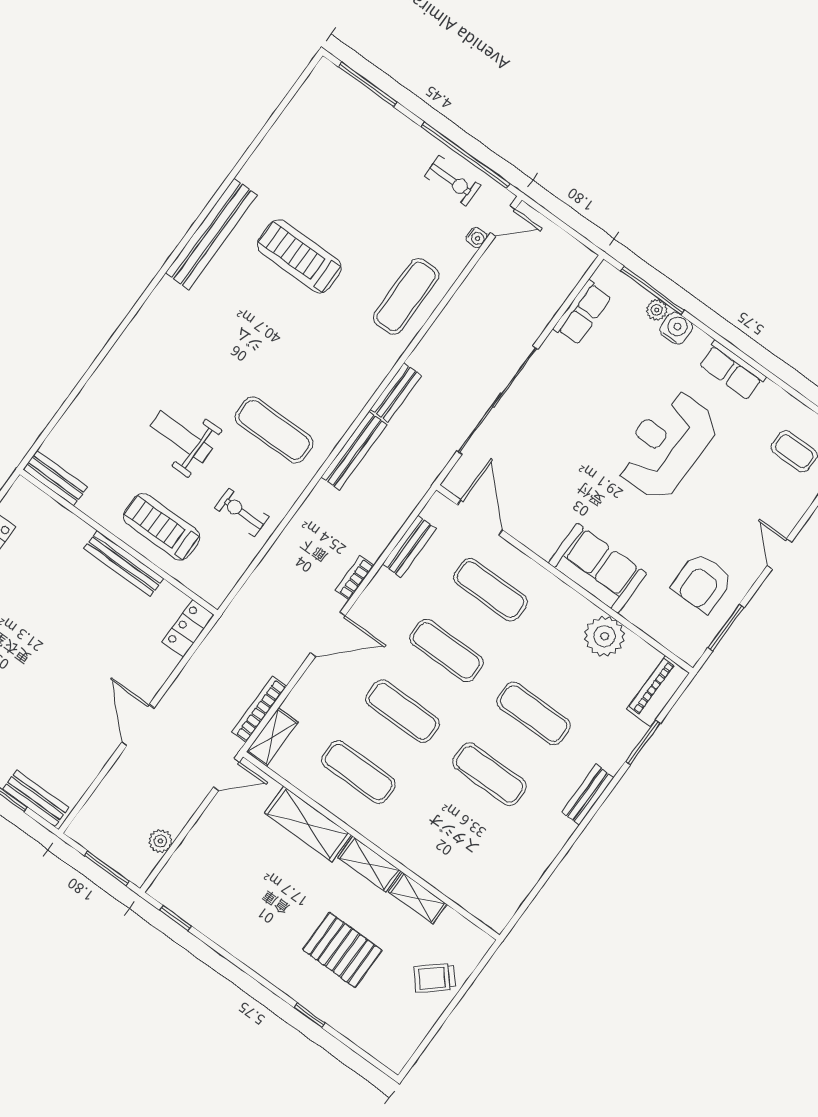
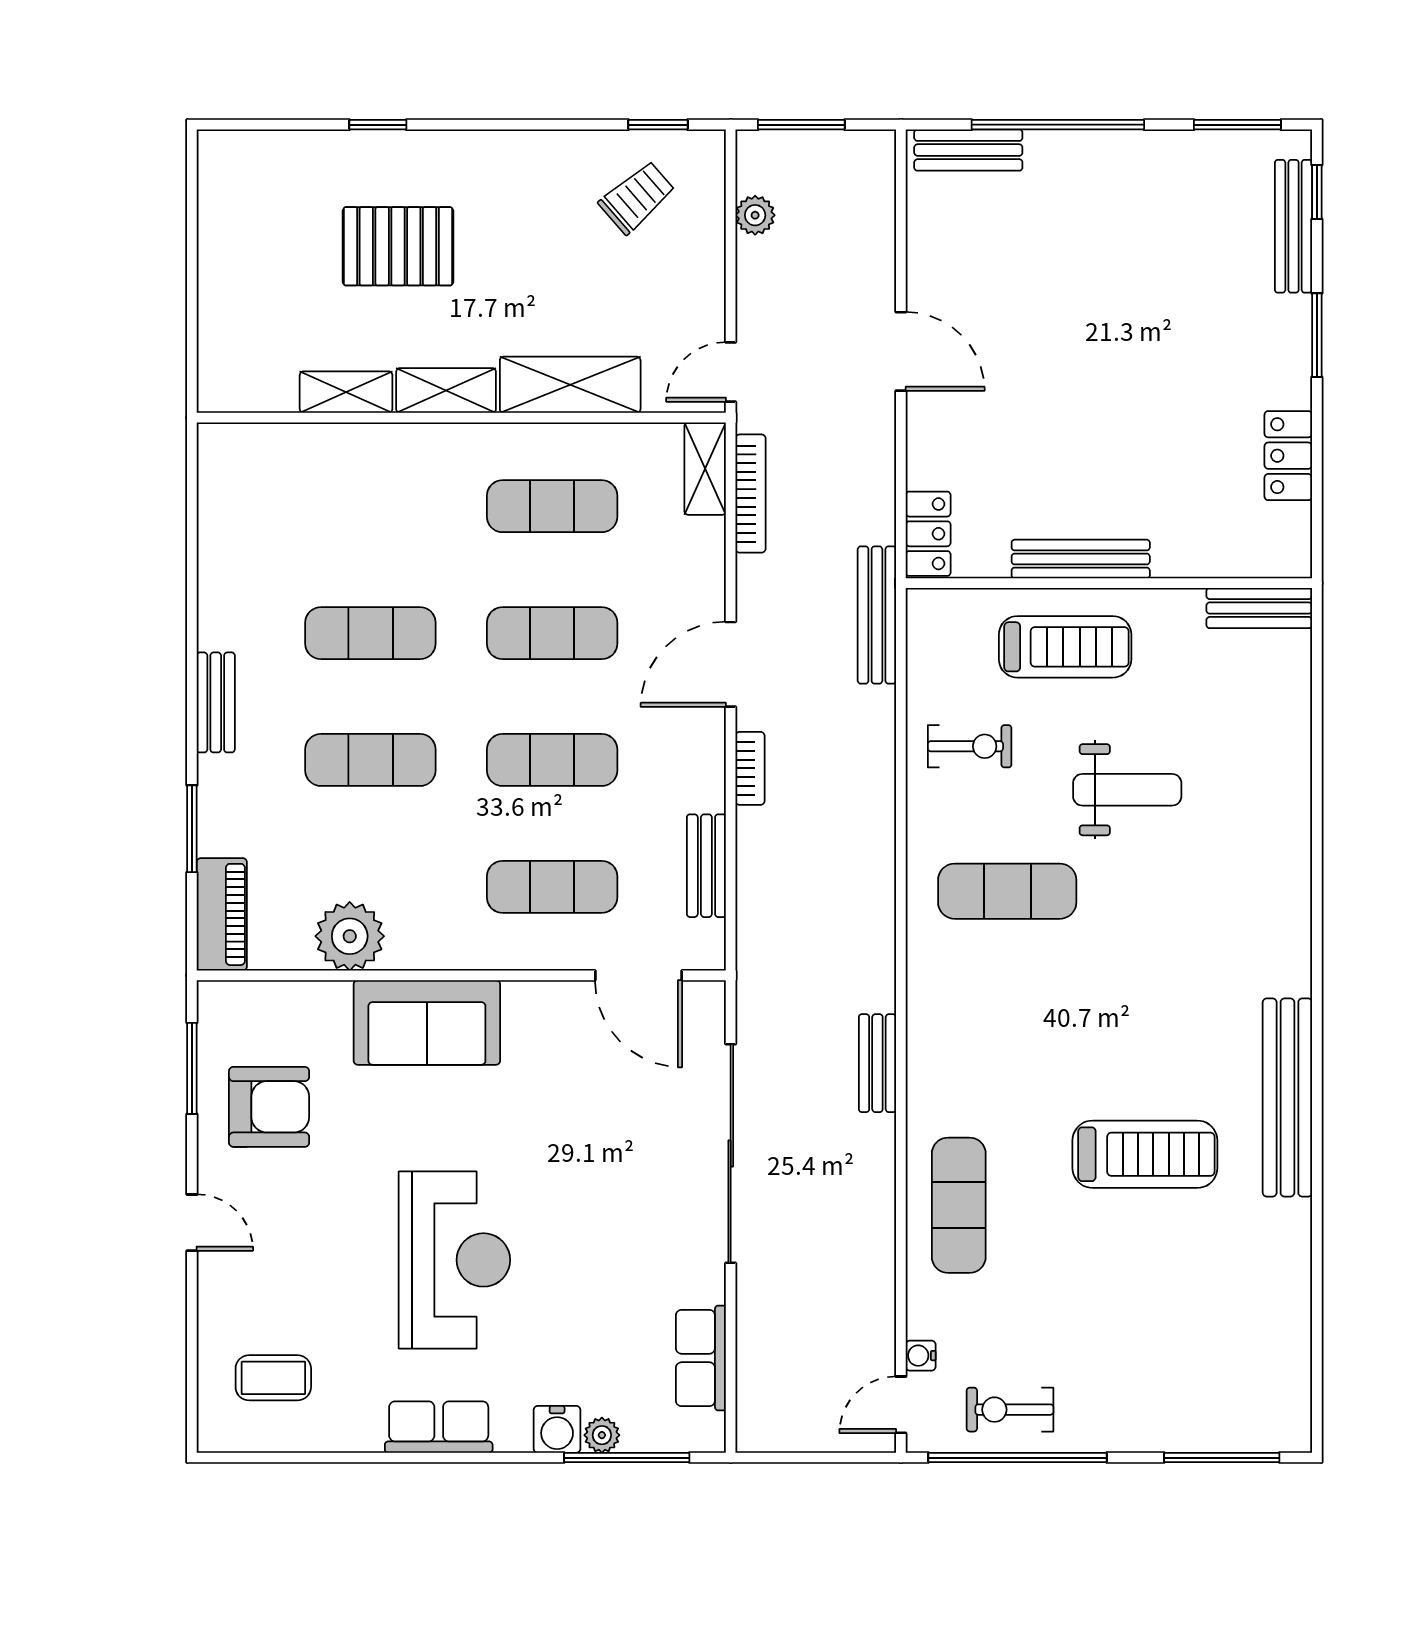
bench: (354, 451) -> (877, 615), moved
armchair: (702, 583) -> (269, 1107), turned 90
trolley: (435, 978) -> (637, 197), moved

